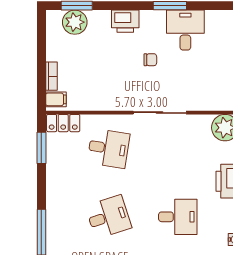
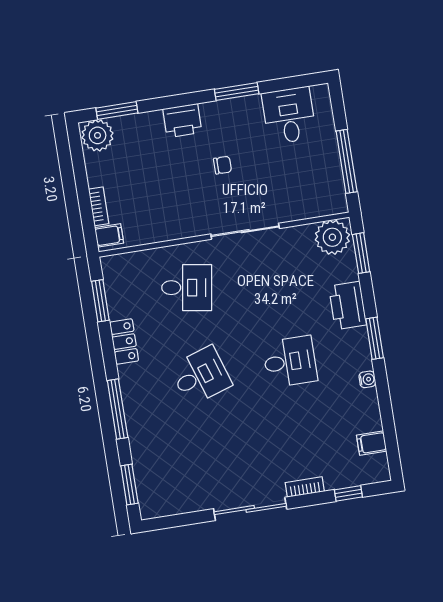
plant: (75, 22) -> (98, 135), moved
desk: (185, 30) -> (289, 115), moved
locker: (63, 123) -> (124, 342), moved, turned -90

